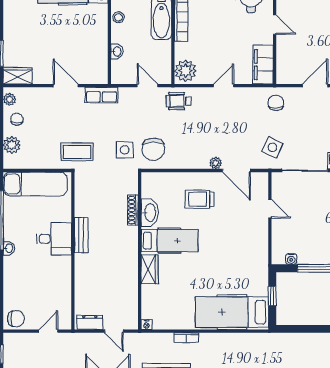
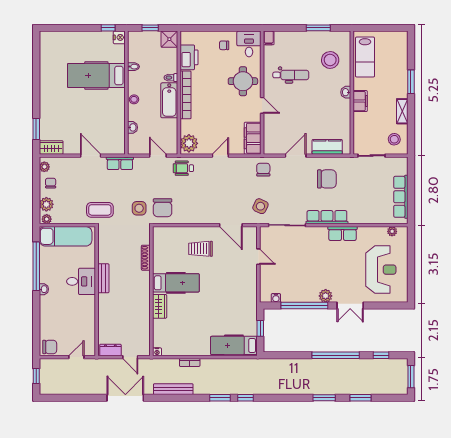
plant: (216, 163) -> (47, 219), moved
washbasin: (150, 213) -> (160, 260), removed
hospital bed: (232, 312) -> (234, 345), width x0.73, depth x0.78

